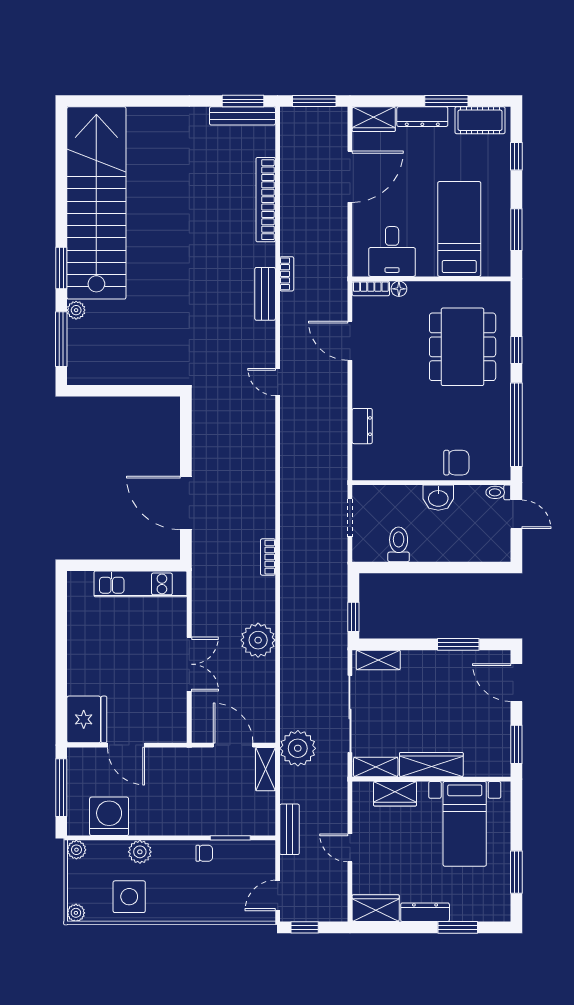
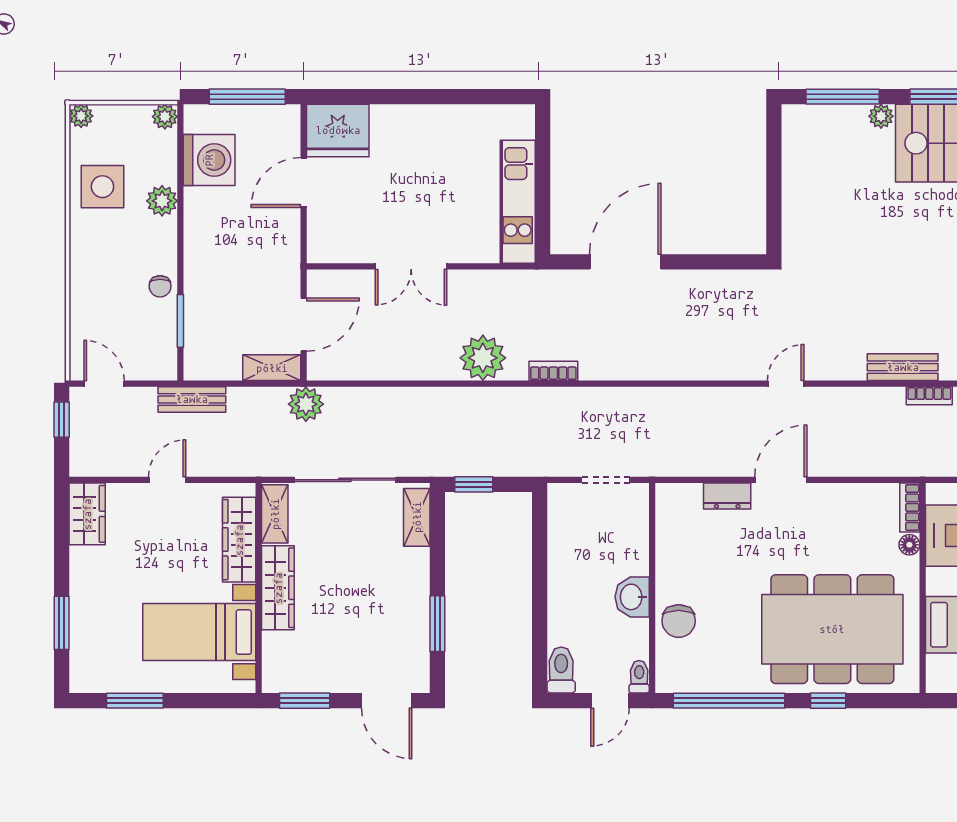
door: (350, 341) -> (781, 480), moved
dining table: (463, 347) -> (832, 629), width x1.36, depth x1.24
toilet: (399, 544) -> (561, 670), moved, turned -90
plant: (258, 640) -> (483, 358), moved
door: (516, 683) -> (387, 701), swing flipped
plant: (298, 748) -> (306, 404), width x0.73, depth x0.73
wardrobe: (395, 794) -> (239, 540), width x1.50
dresser: (425, 912) -> (82, 579), removed

